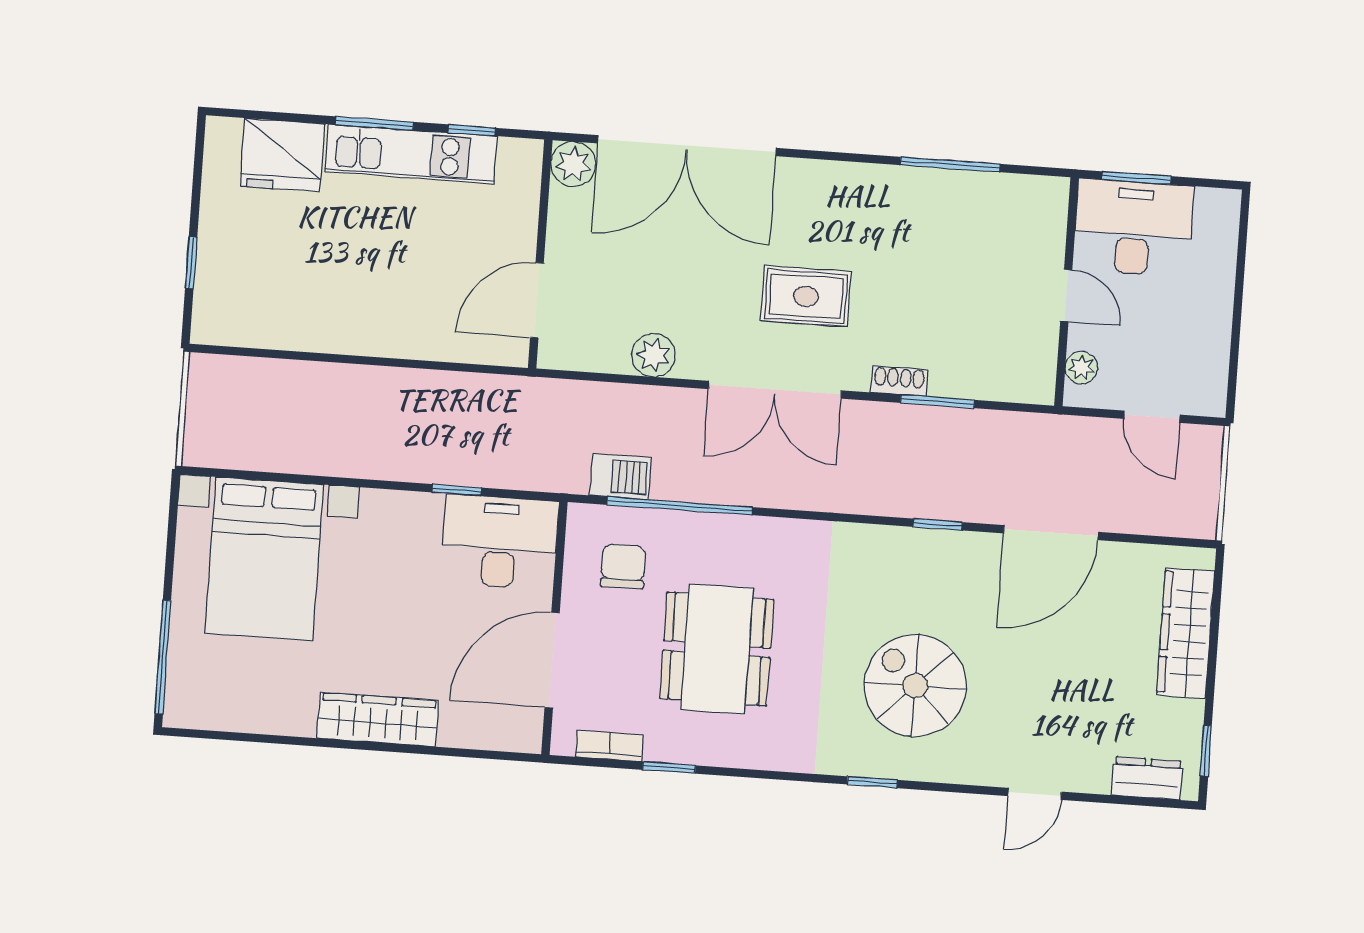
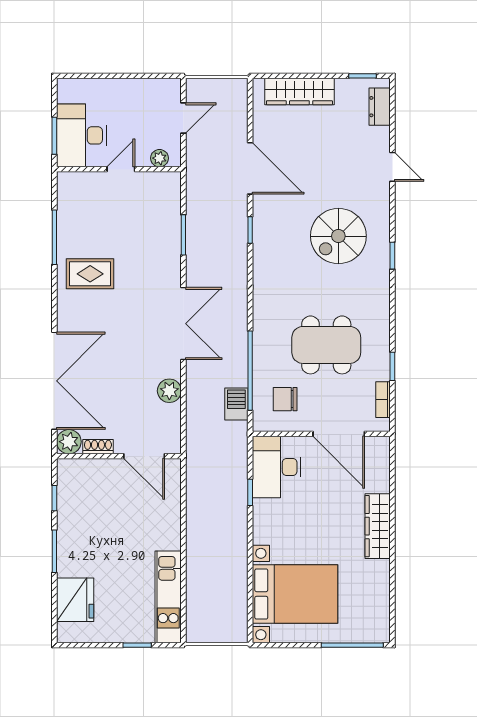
kitchen unit: (411, 154) -> (168, 597), moved, turned 180
rug: (806, 296) -> (90, 274), moved, turned 90
shoe rack: (899, 381) -> (98, 447), moved, turned 90

